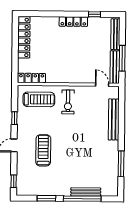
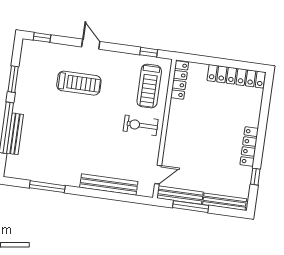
window: (14, 118) -> (149, 52), moved

